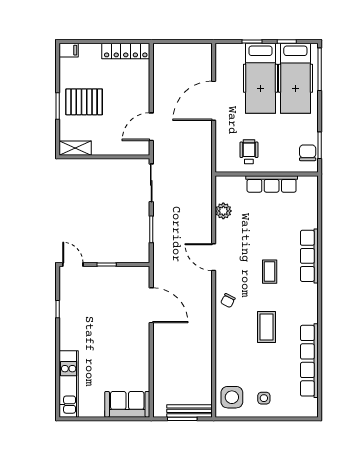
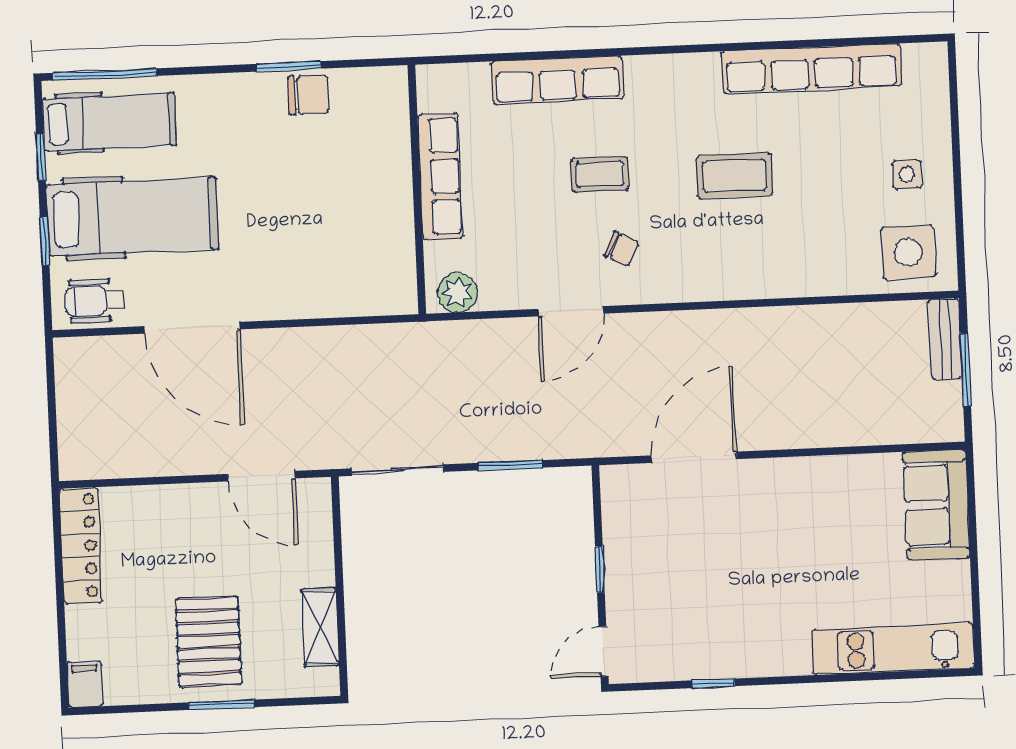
hospital bed: (295, 78) -> (109, 122), width x0.73, depth x0.78
shelving: (75, 148) -> (320, 627), moved
wheelchair: (249, 152) -> (95, 301), moved
chair: (308, 153) -> (308, 95), turned 180
wall: (267, 174) -> (417, 189), moved
row of seats: (272, 184) -> (440, 176), moved
chair: (228, 301) -> (621, 249), moved
bench: (189, 411) -> (945, 339), width x0.73

